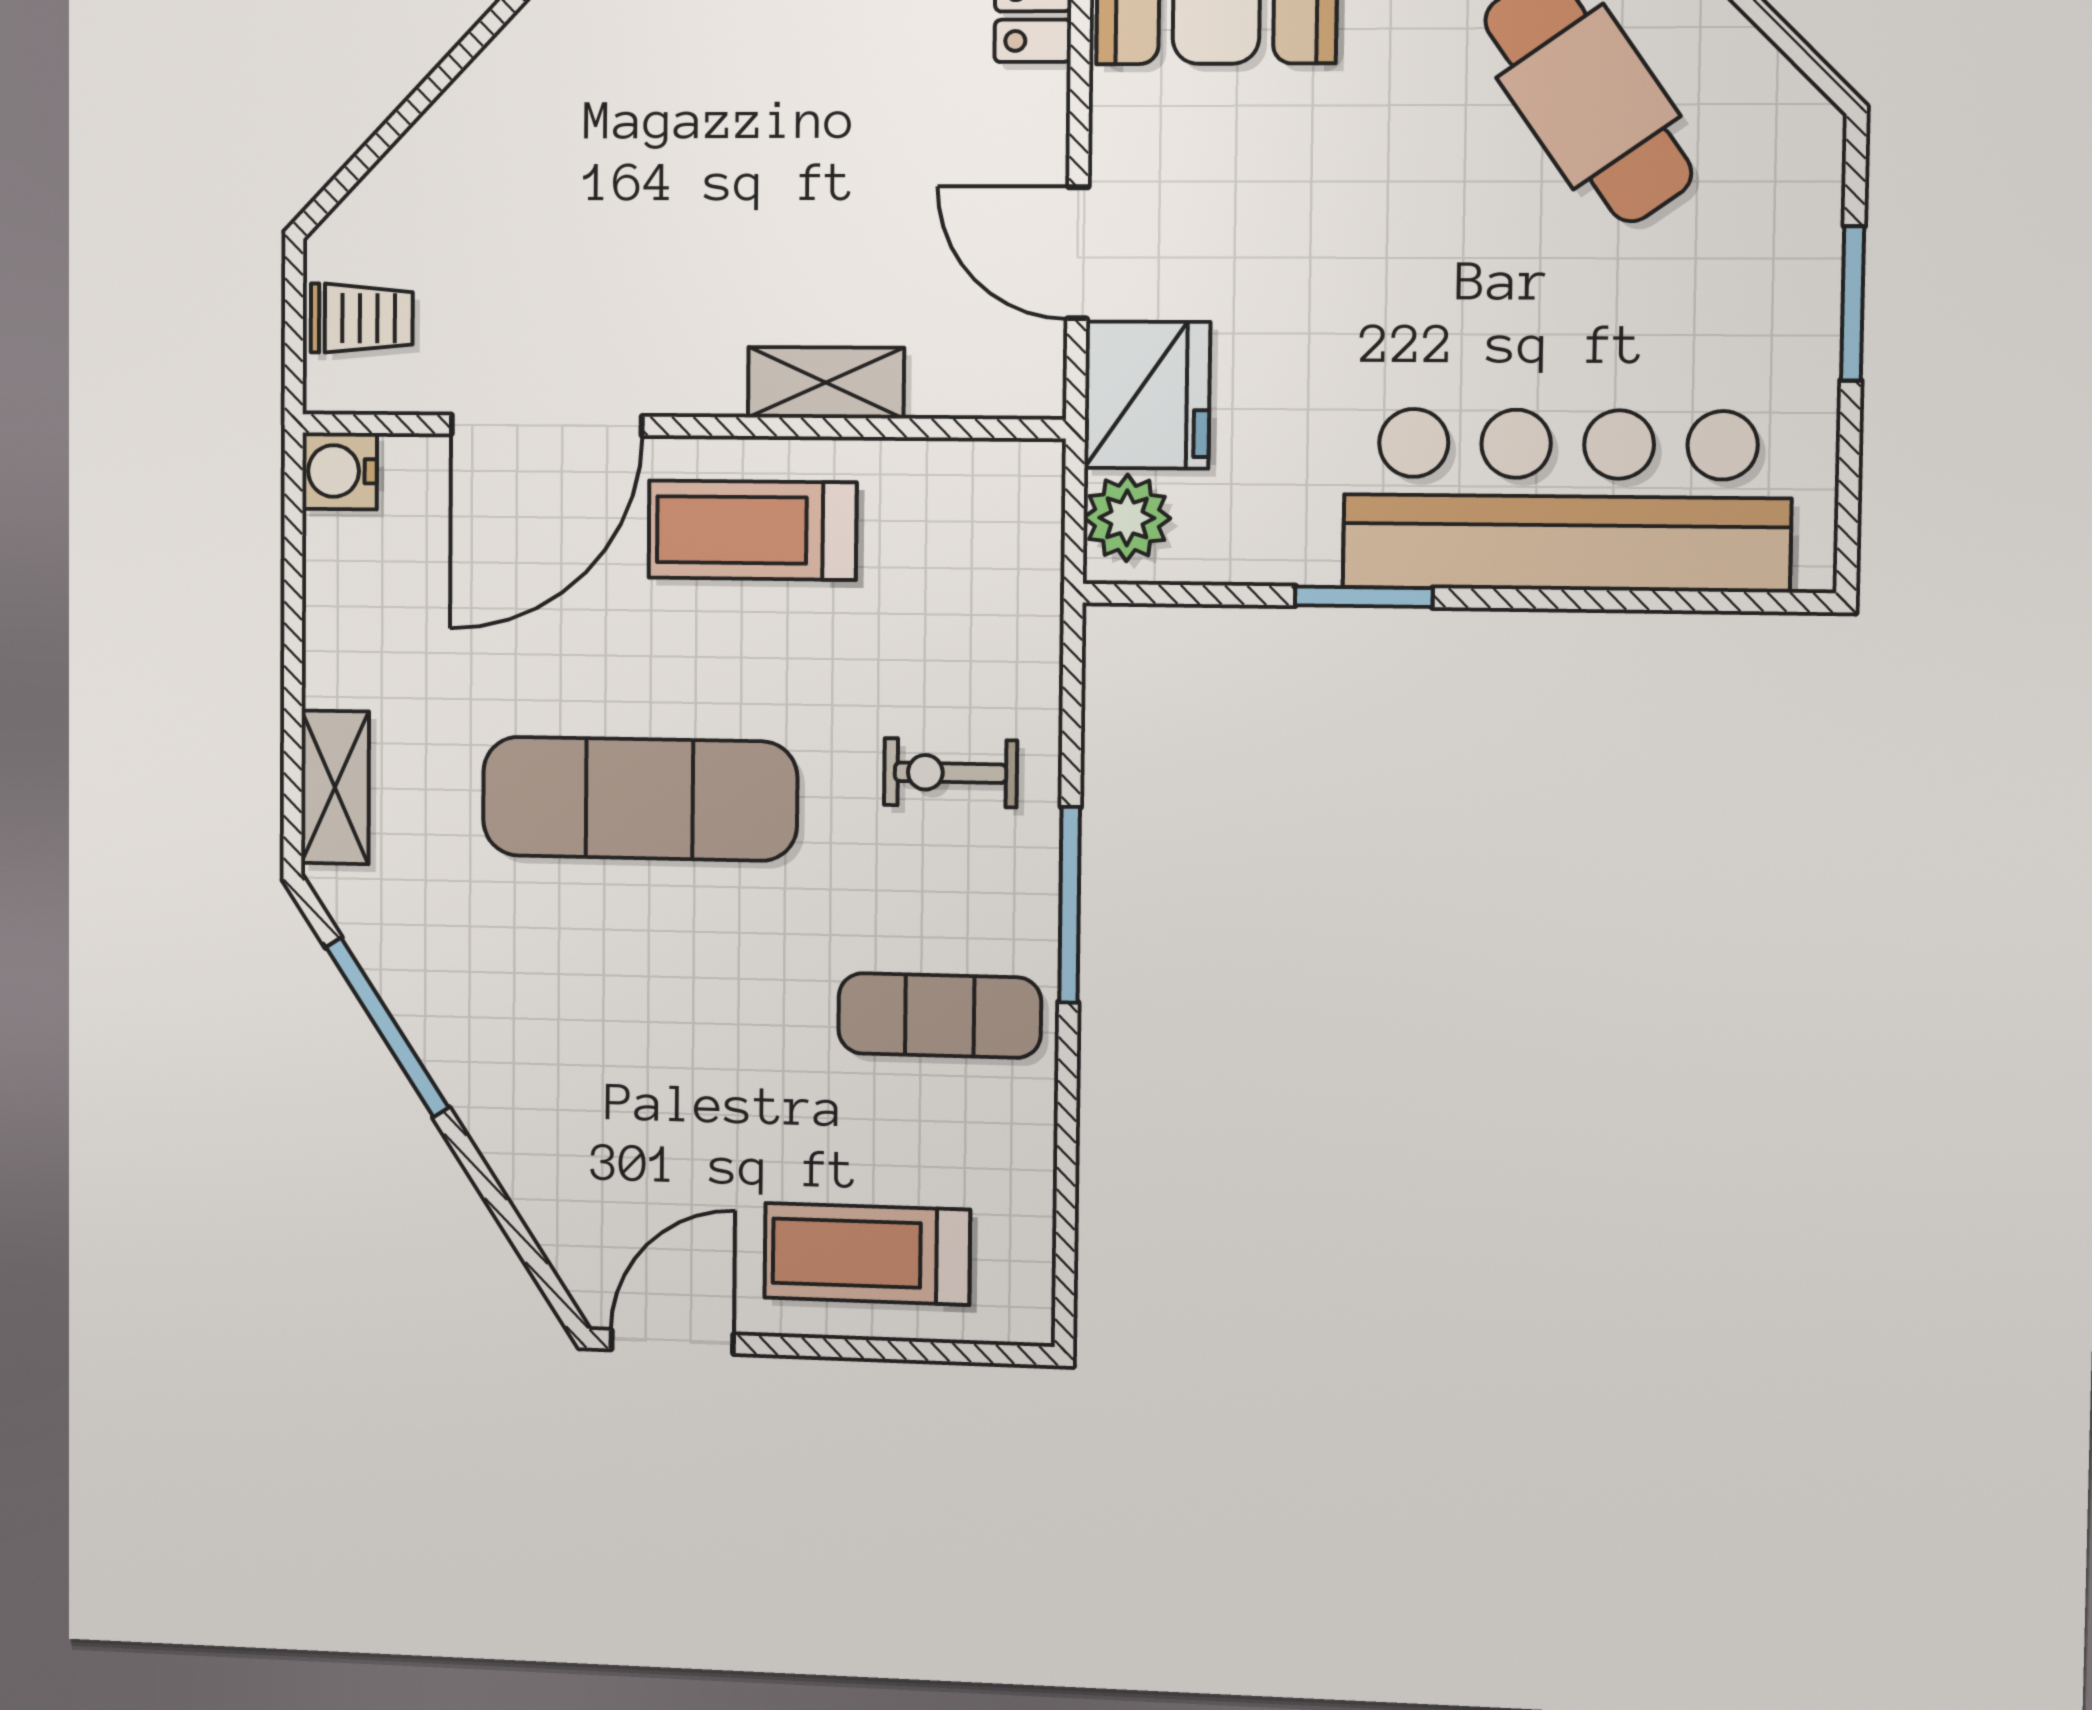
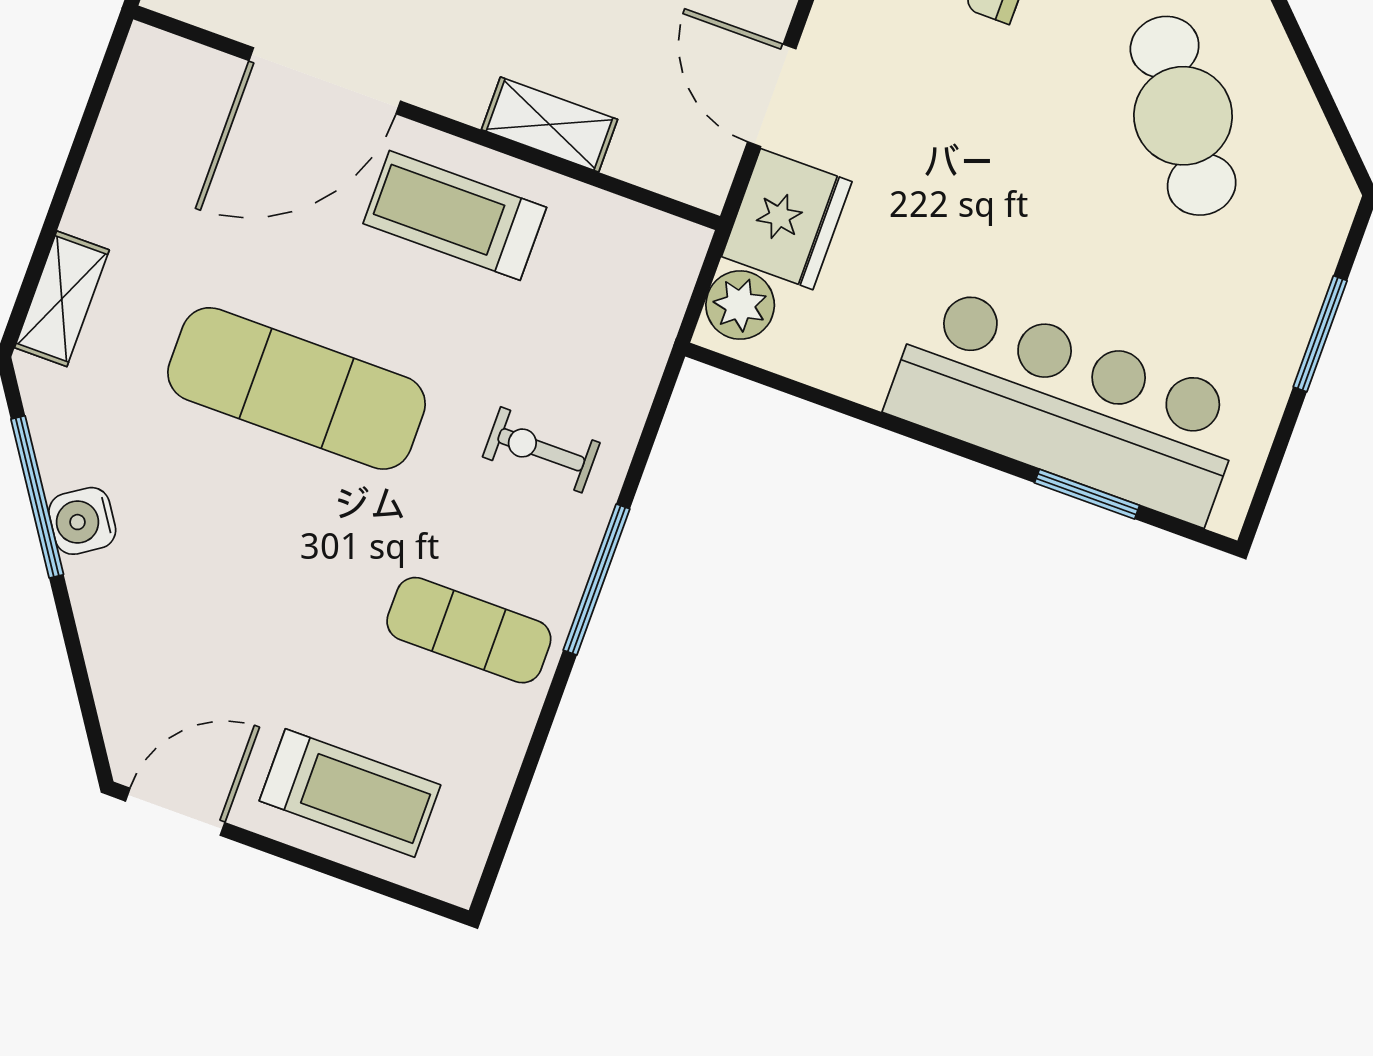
water cooler: (339, 471) -> (82, 521), moved, turned -33
window: (1364, 597) -> (1087, 494), moved
treadmill: (867, 1254) -> (350, 793), turned 180

